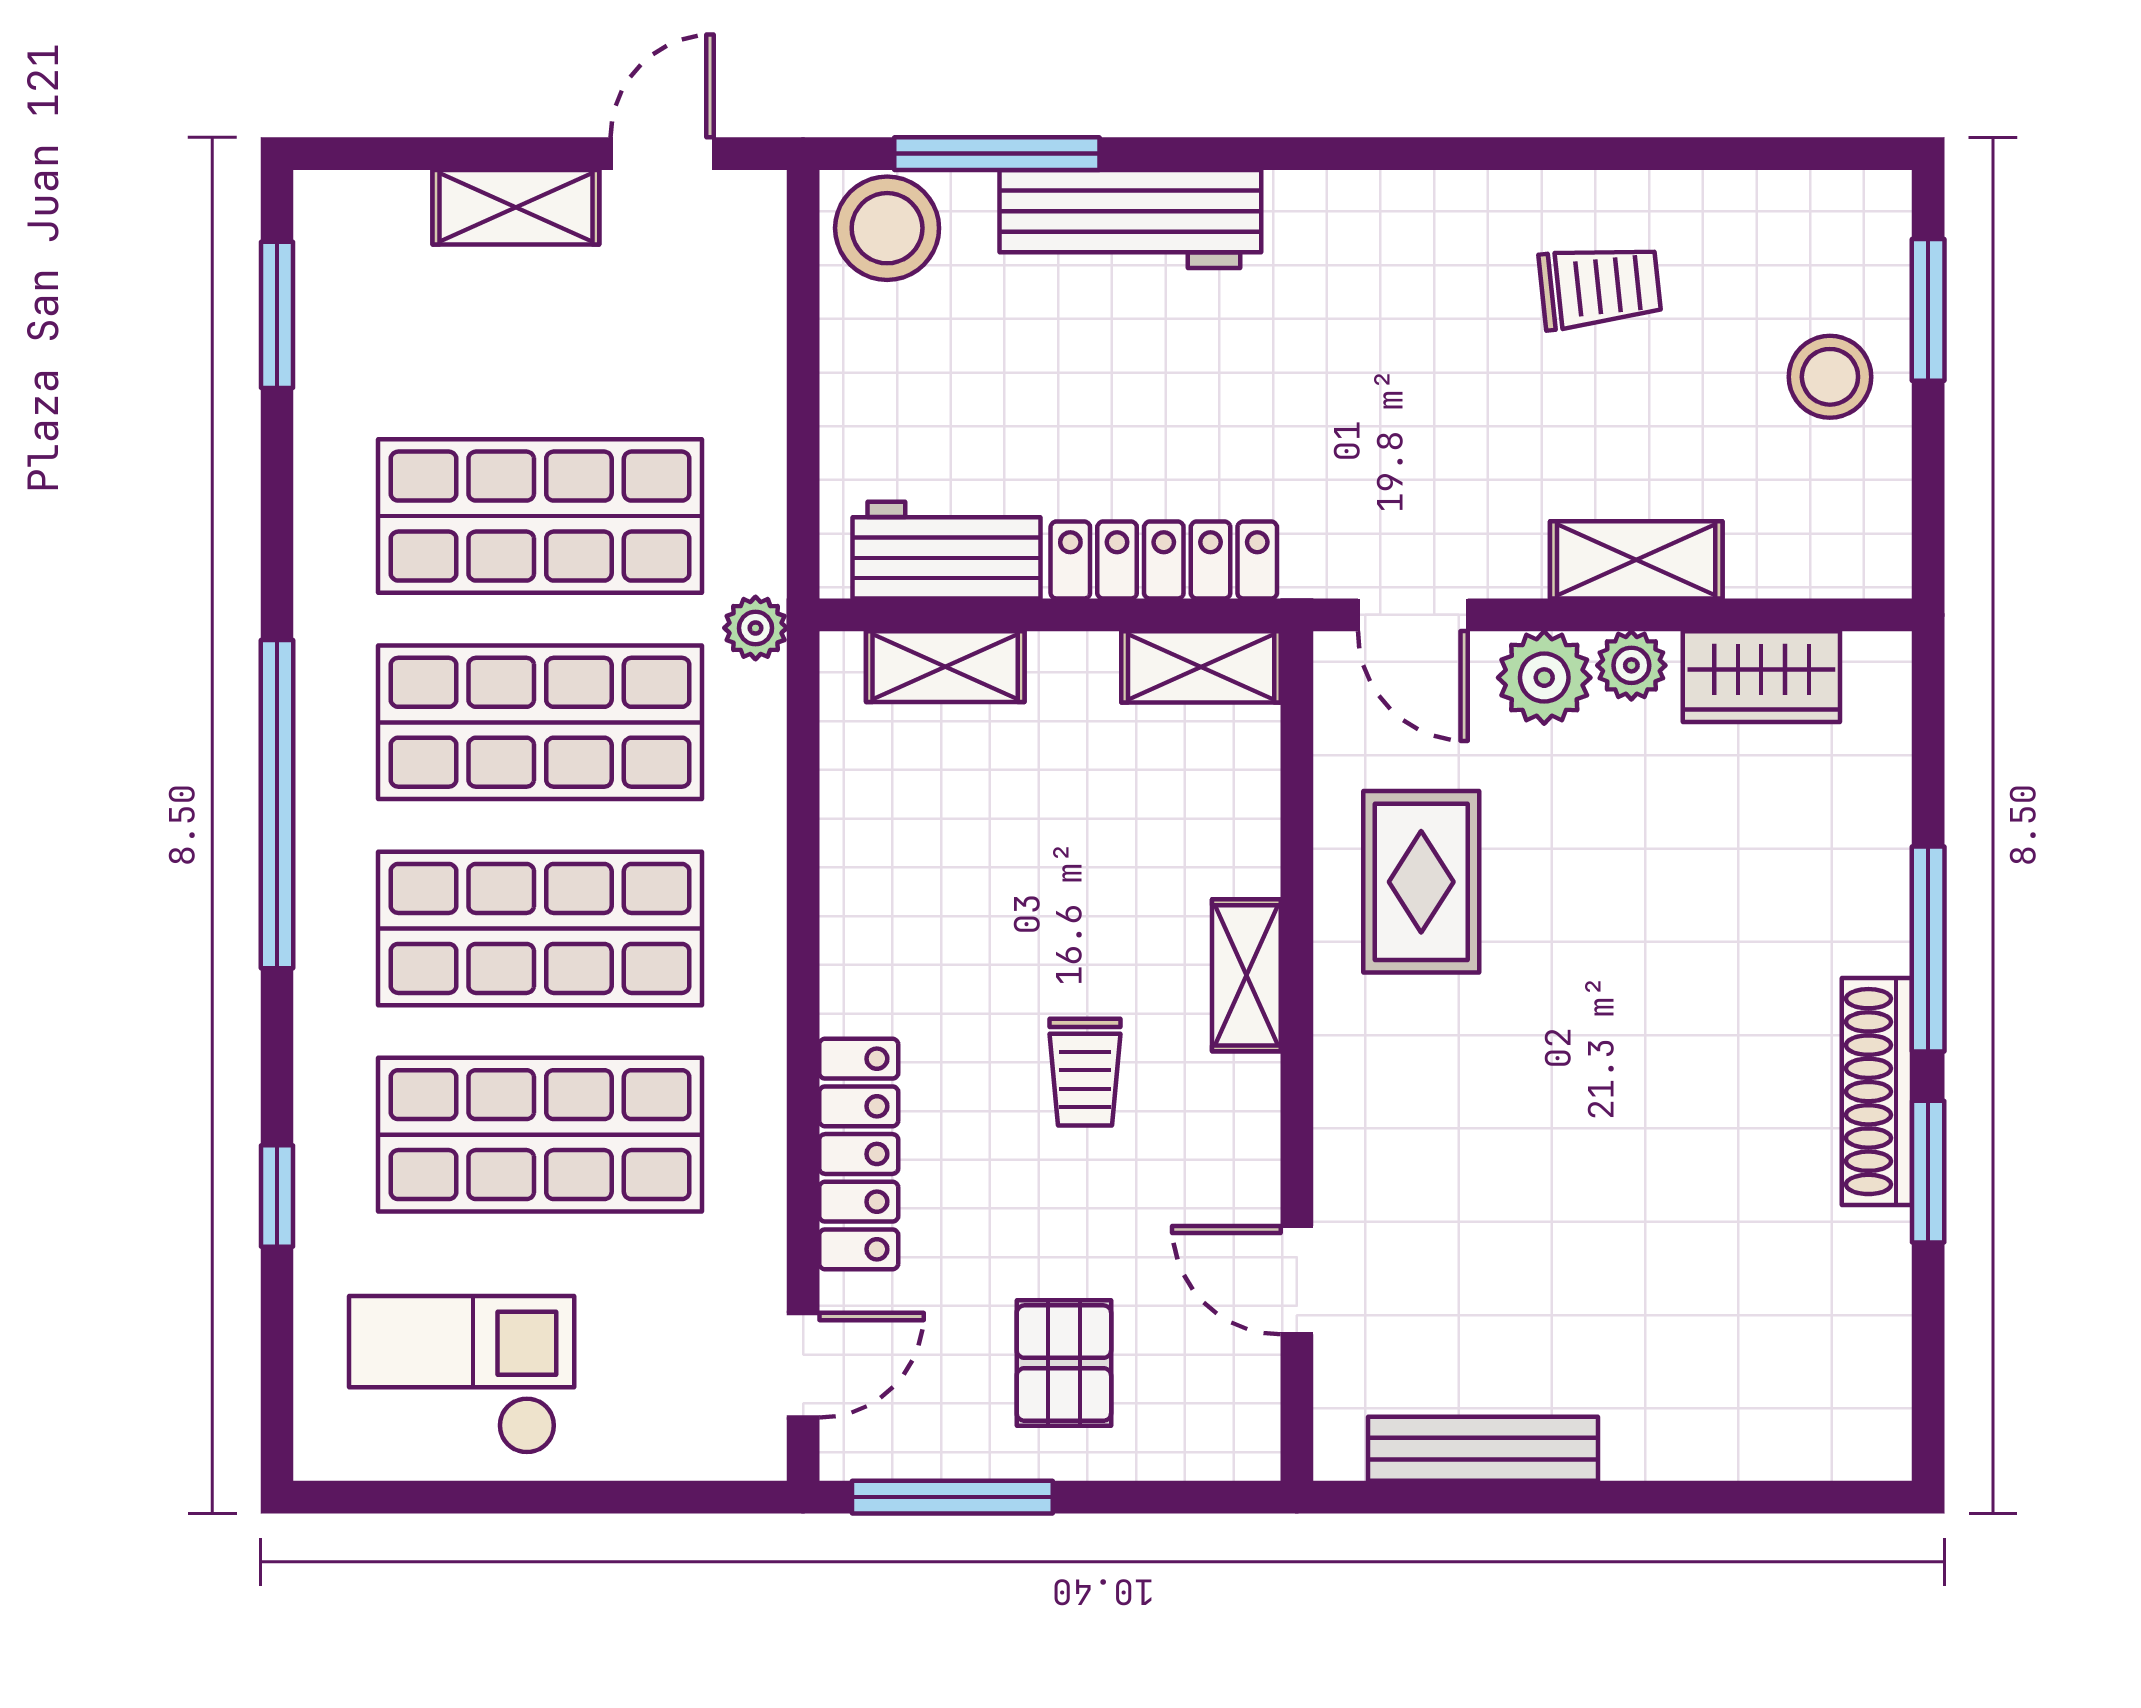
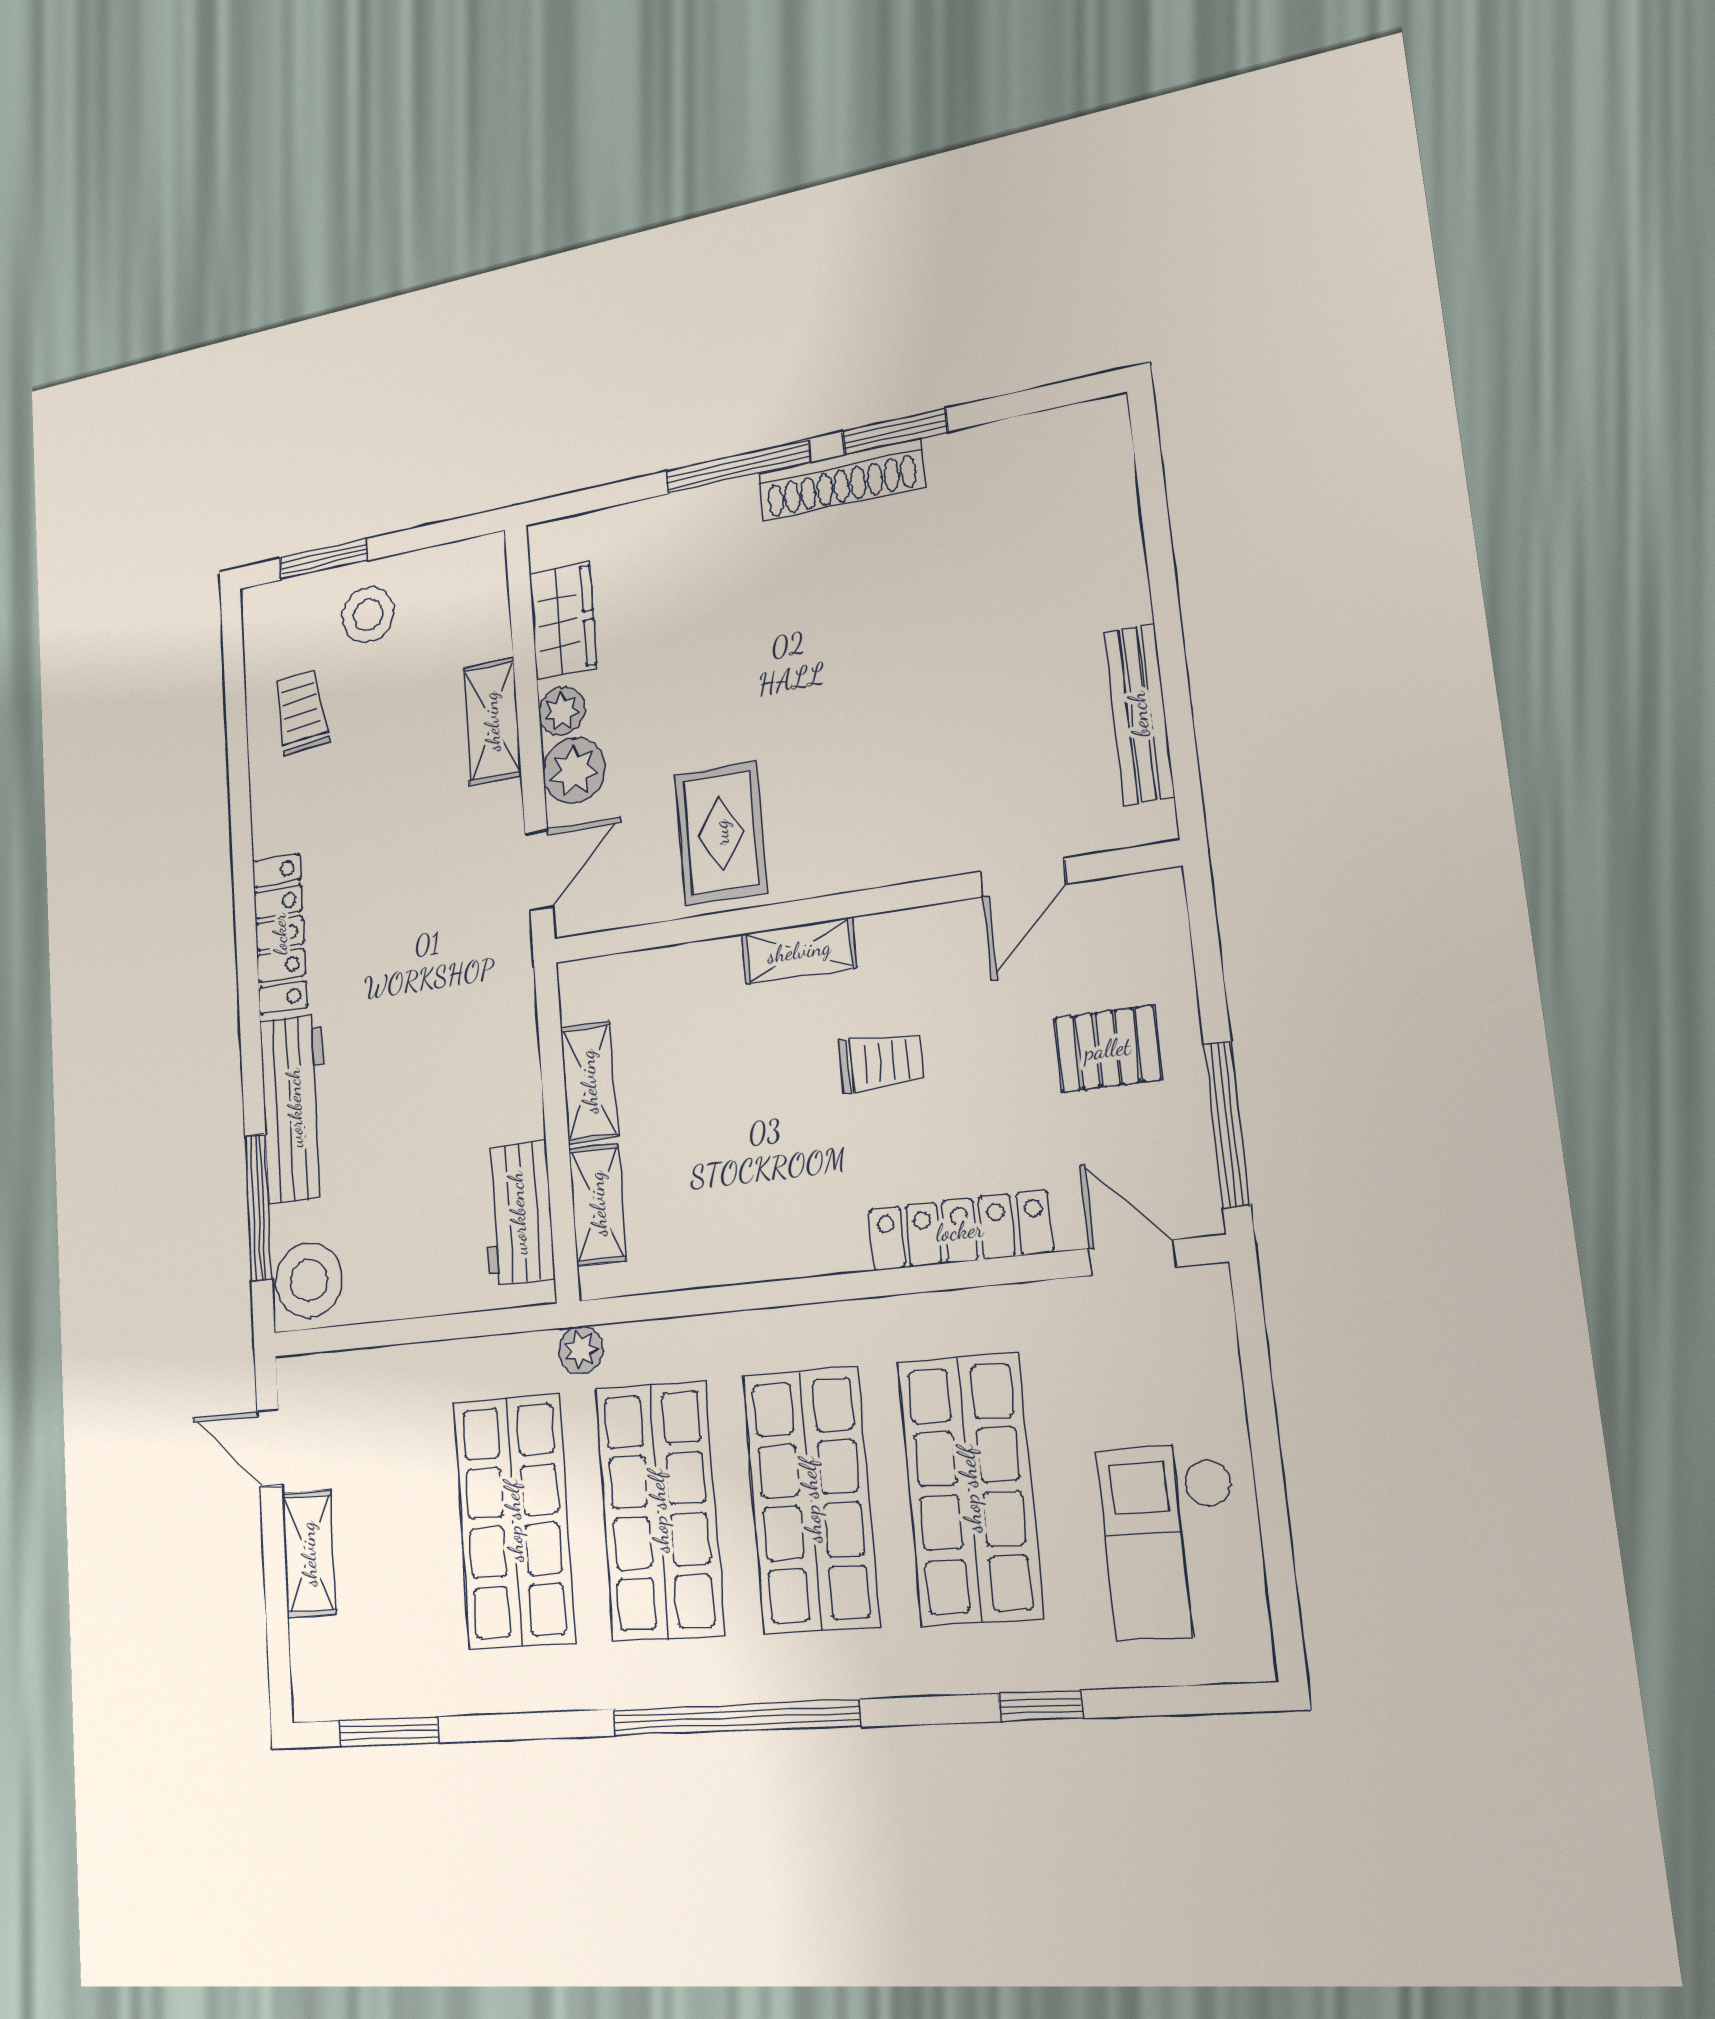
trolley: (1600, 287) -> (301, 712), moved
locker: (1164, 560) -> (280, 934), moved, turned 180
shelving: (1201, 667) -> (589, 1082), moved
rug: (1421, 882) -> (721, 833), turned 90

